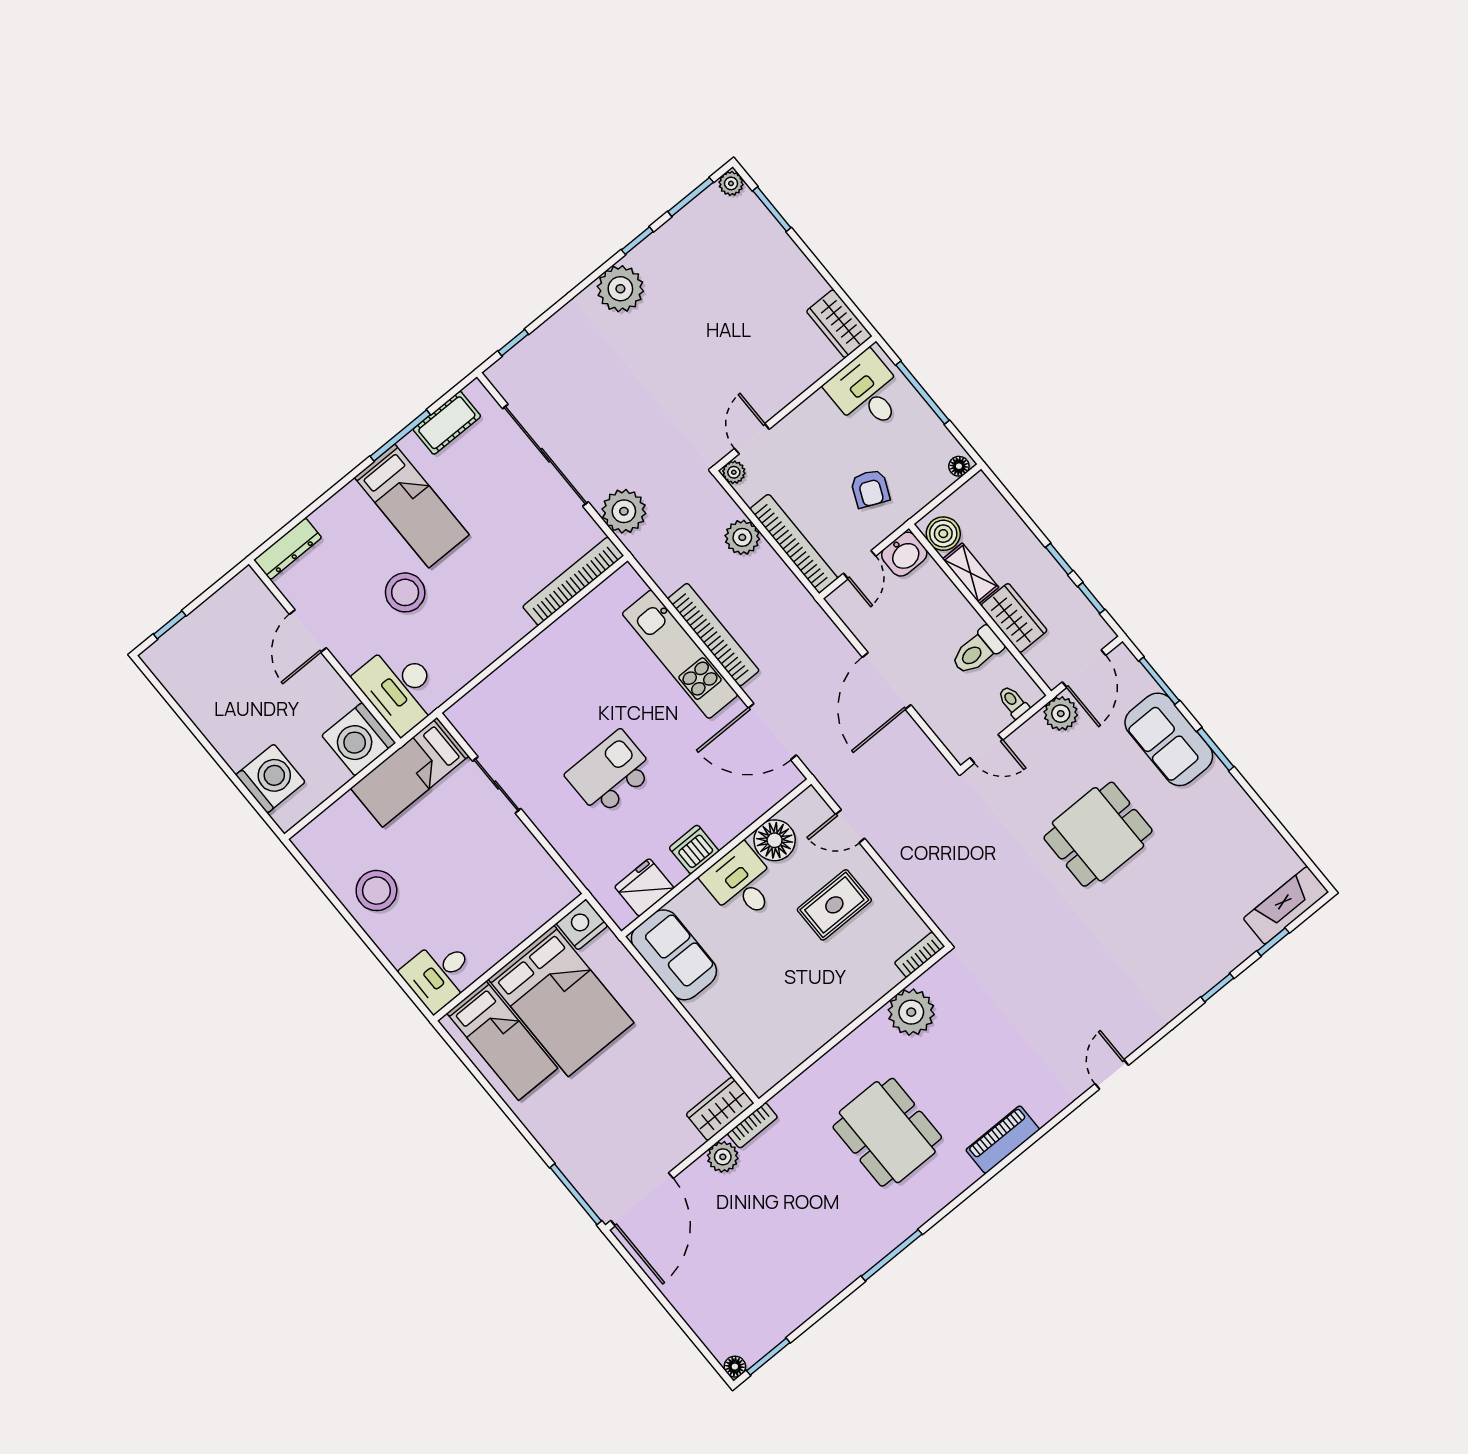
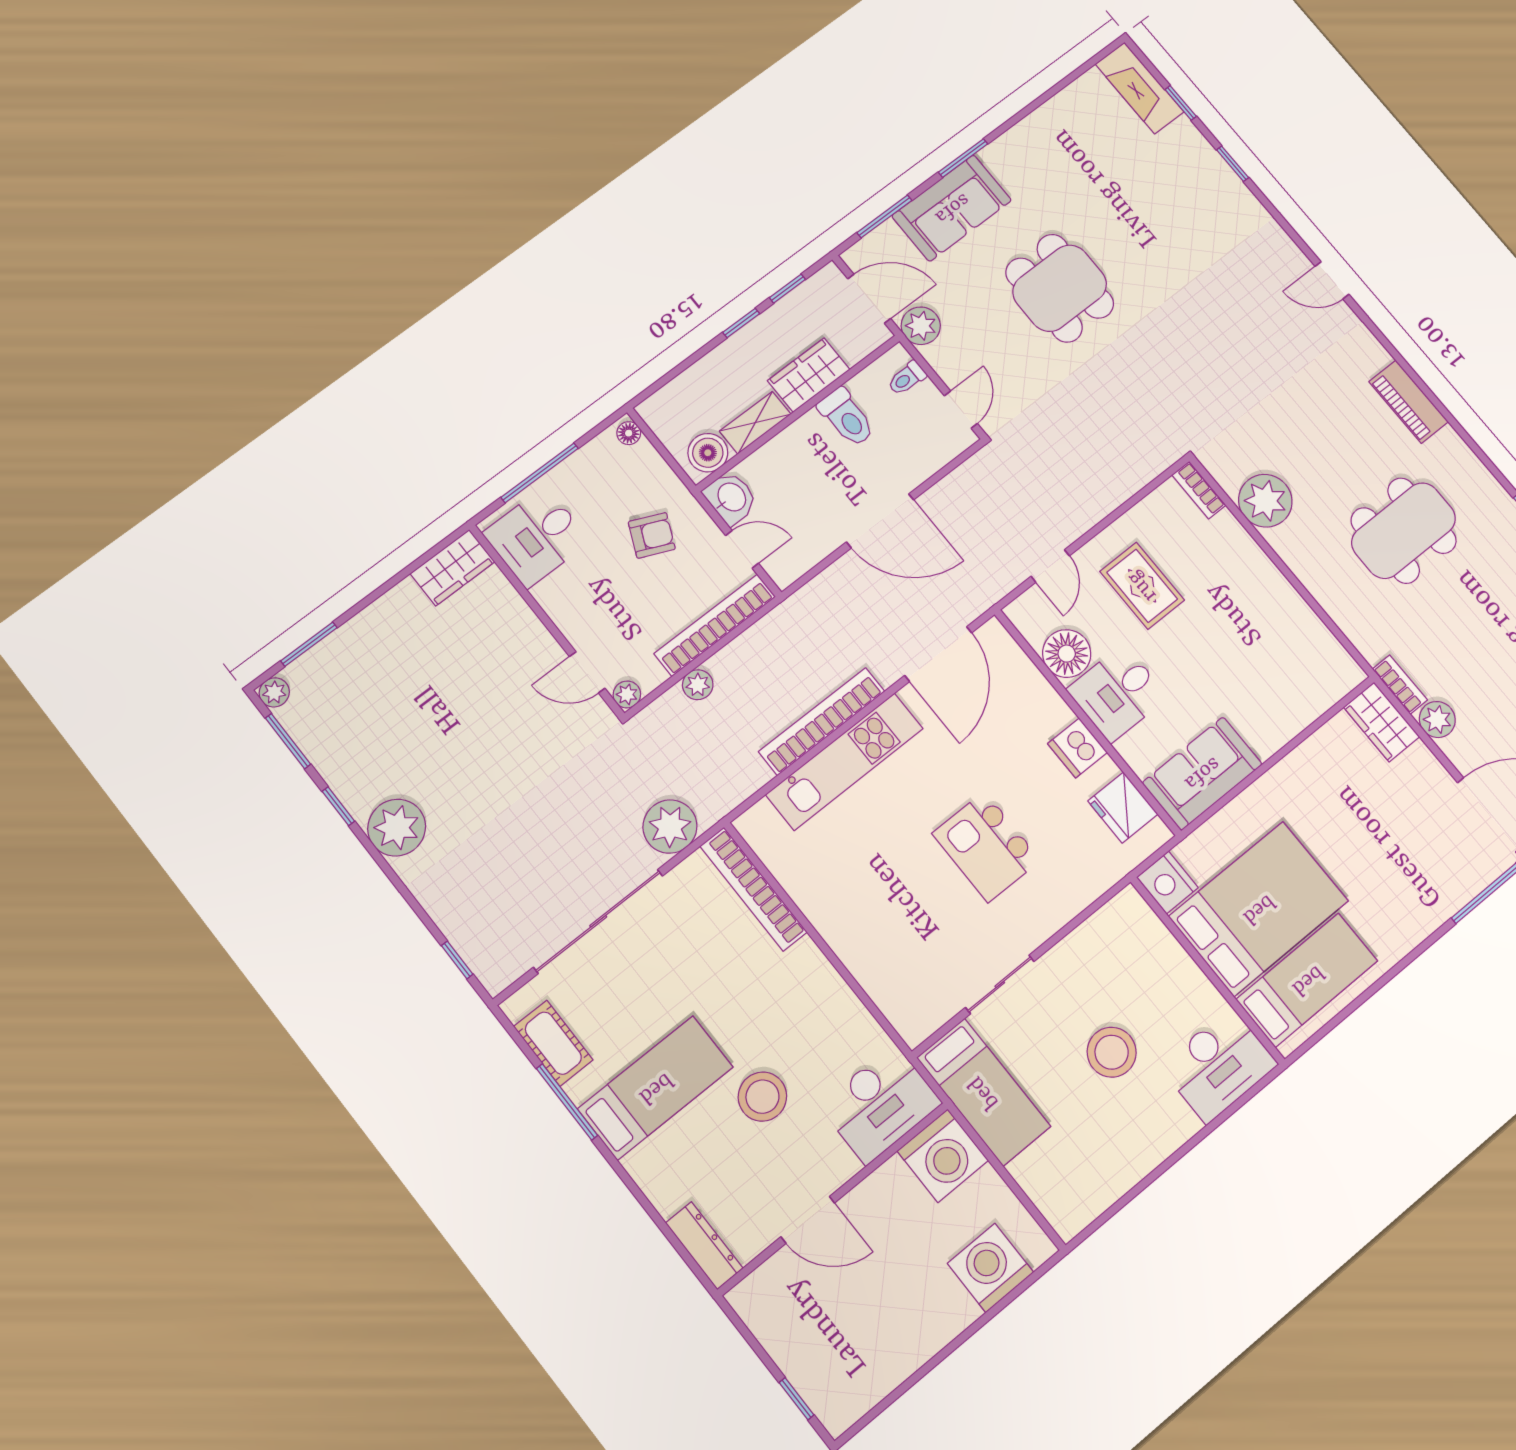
plant: (742, 537) -> (698, 685), width x0.73, depth x0.73
stool: (376, 891) -> (1112, 1052), moved
desk: (439, 974) -> (1219, 1065), width x1.37

